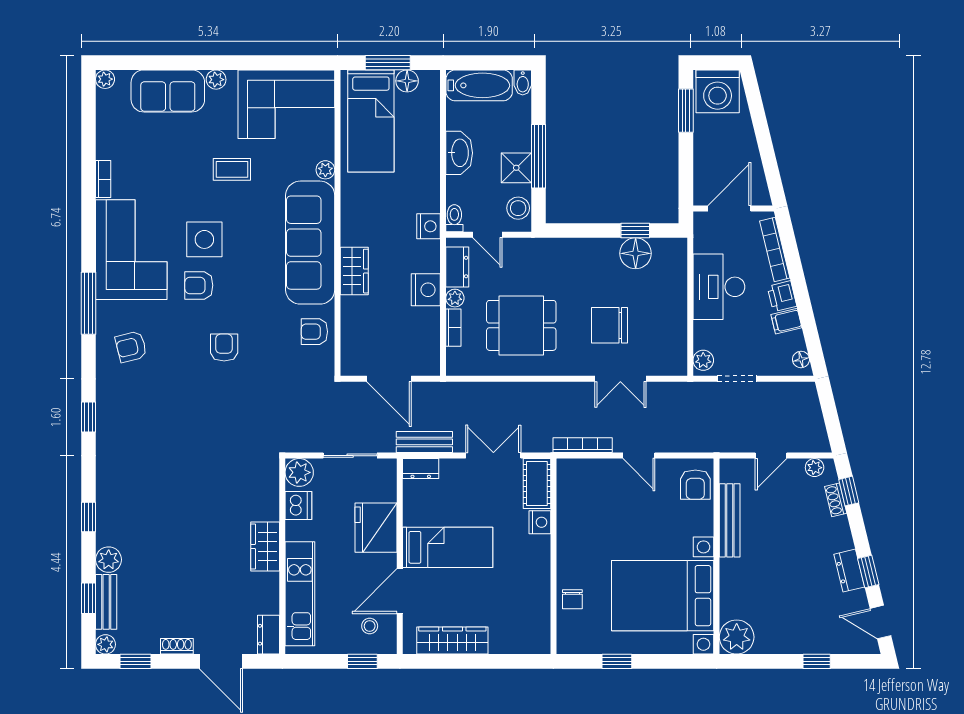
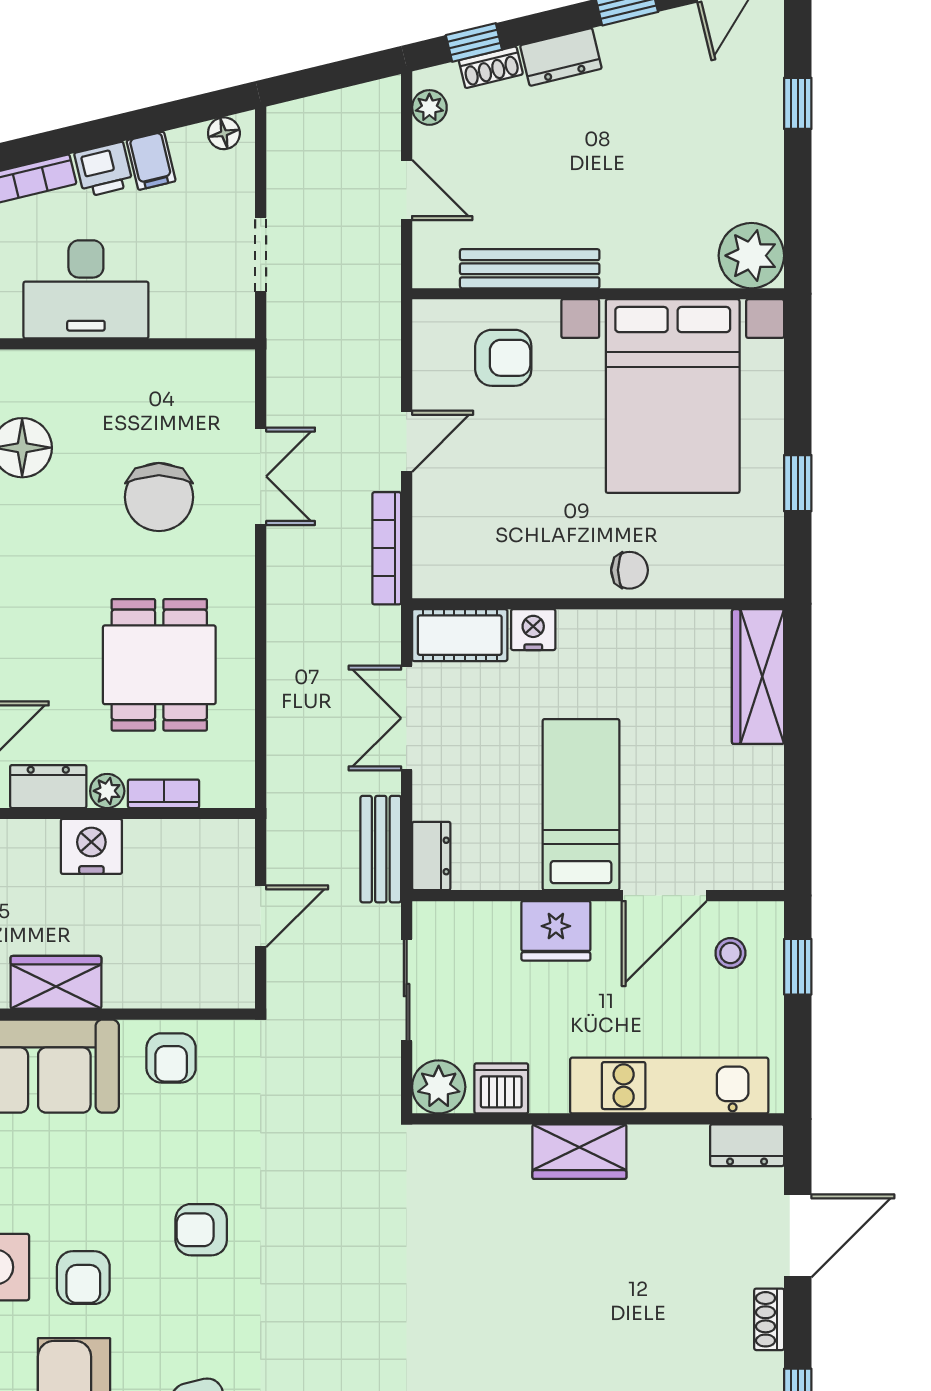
plant: (703, 360) -> (225, 319), removed
door: (389, 379) -> (261, 916), width x0.73
armchair: (695, 485) -> (503, 358), moved
fridge: (376, 528) -> (556, 931), width x0.73, depth x0.75
dresser: (849, 571) -> (561, 57), moved
door: (400, 591) -> (664, 896), hinge flipped
chair: (572, 599) -> (630, 570), moved
wardrobe: (452, 640) -> (758, 677), moved

